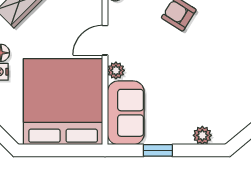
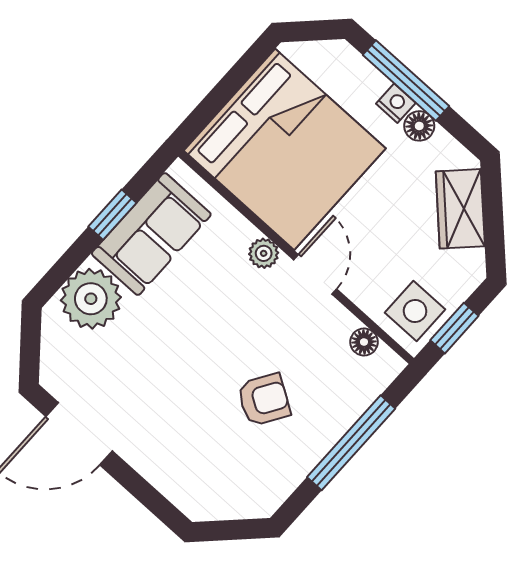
sofa: (126, 113) -> (151, 234), moved, turned -90
plant: (202, 135) -> (91, 299), width x1.88, depth x1.88

